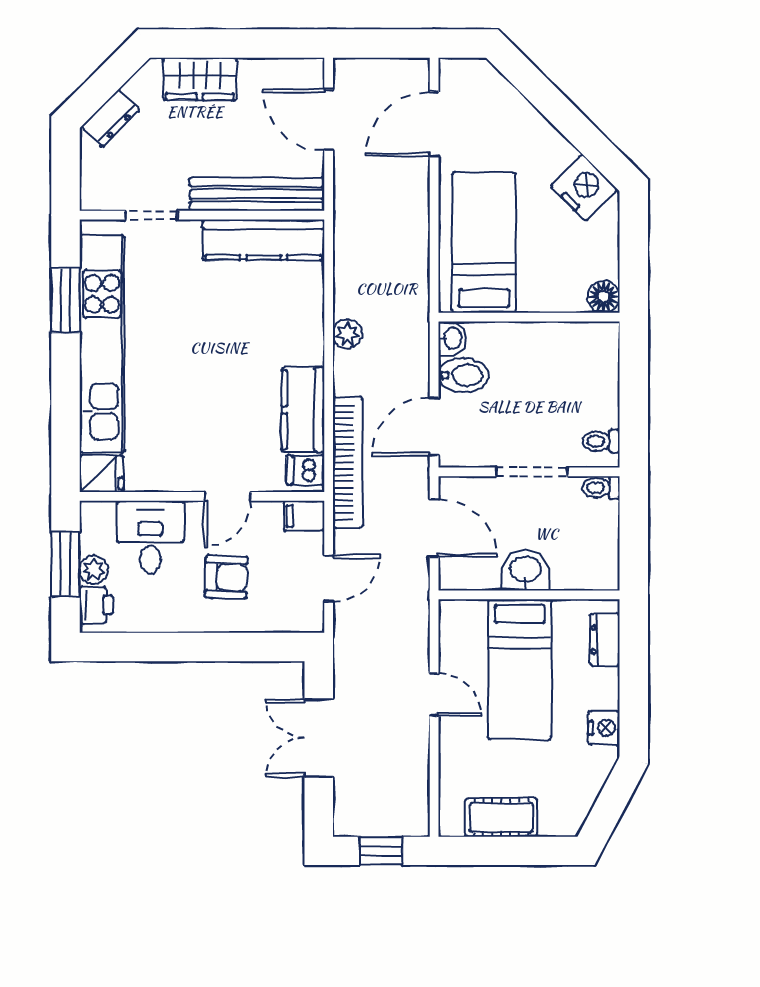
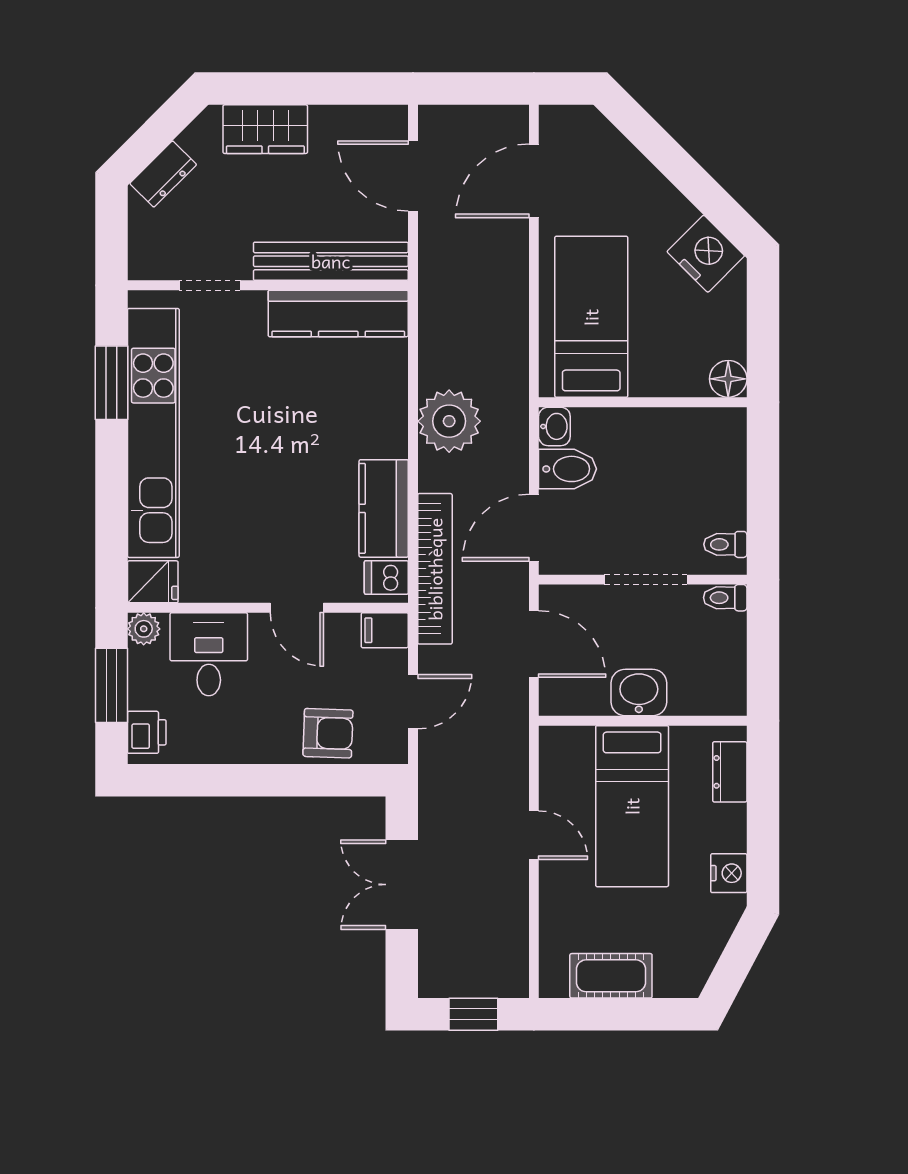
plant: (347, 334) -> (449, 421), width x1.87, depth x1.87
door: (227, 496) -> (297, 608), hinge flipped
plant: (94, 570) -> (144, 629), moved
armchair: (226, 577) -> (328, 733), moved

